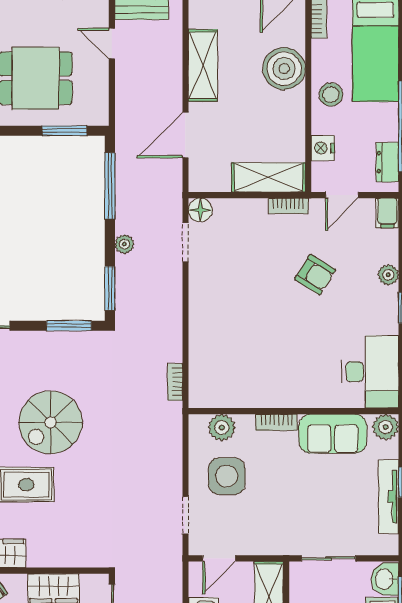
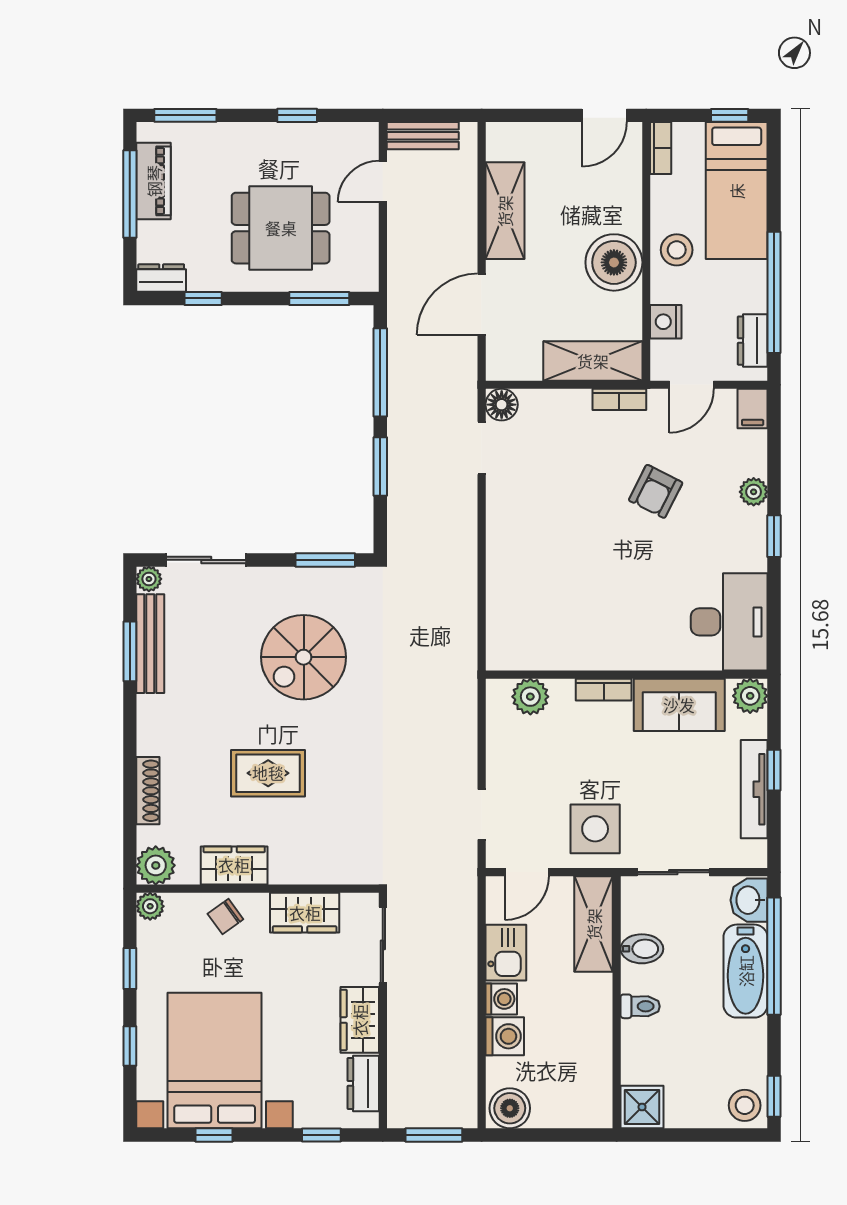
door: (112, 44) -> (383, 182), hinge flipped
boiler: (284, 69) -> (614, 262), moved
plant: (124, 244) -> (400, 451), removed
armchair: (315, 275) -> (656, 491), turned 85
window: (110, 288) -> (380, 466), moved
bookcase: (175, 382) -> (468, 635), removed
spiral stairs: (51, 422) -> (304, 657), moved
side table: (227, 476) -> (595, 829), moved

